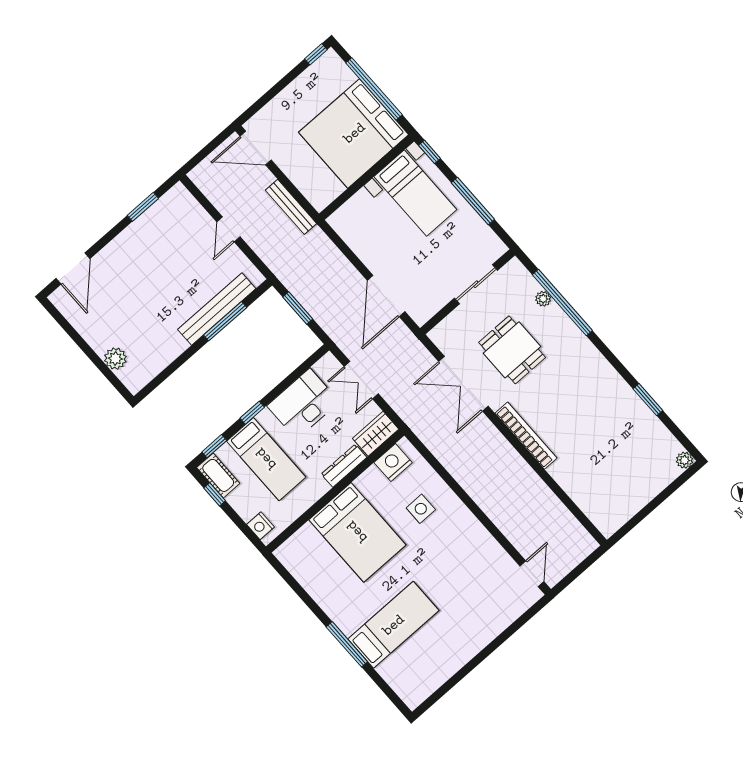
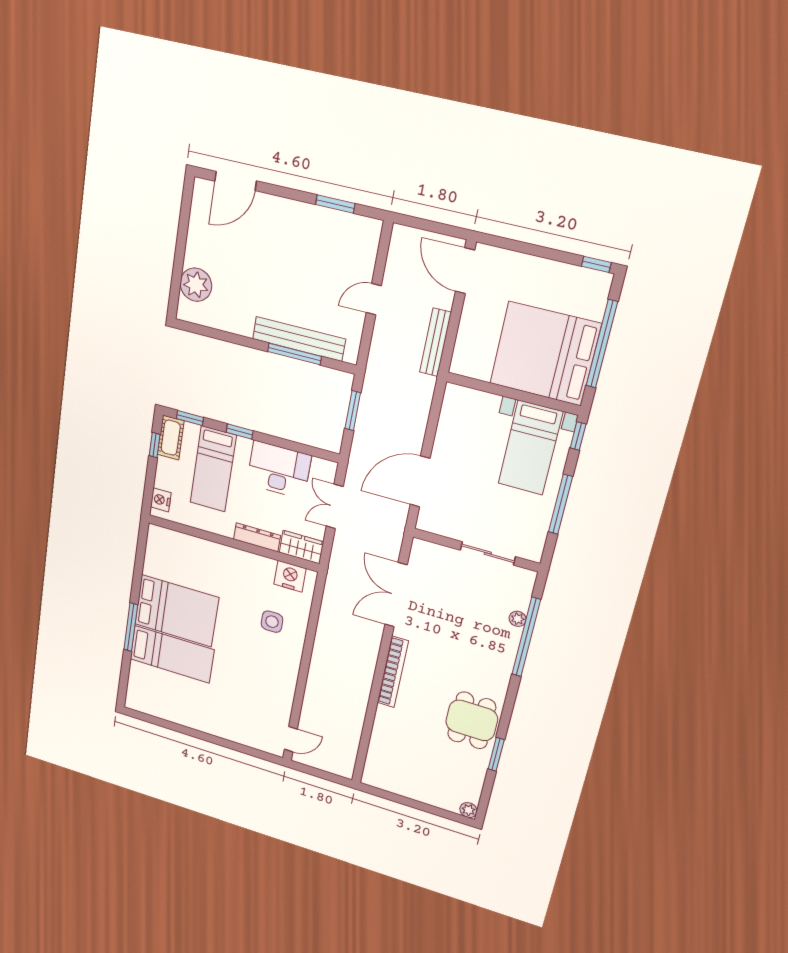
dining table: (512, 350) -> (472, 720), moved
plant: (115, 359) -> (196, 285), width x1.36, depth x1.36
bed: (357, 532) -> (176, 611), moved, turned -90

